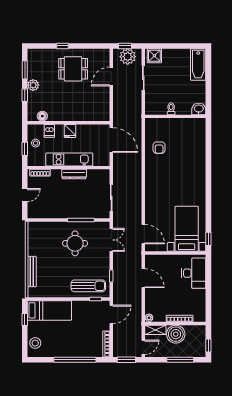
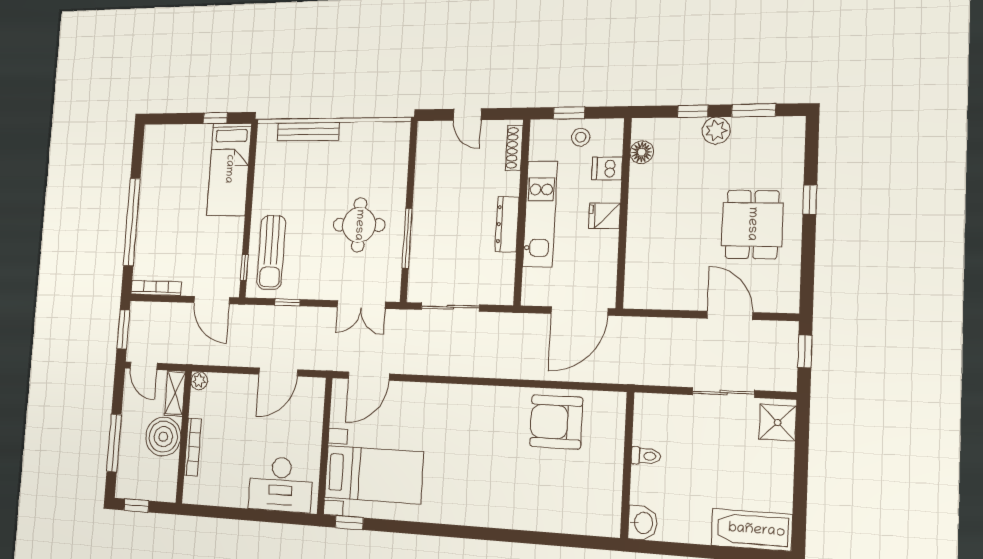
plant: (128, 57) -> (778, 357), removed
armchair: (159, 148) -> (556, 422), width x1.88, depth x1.88
stool: (35, 343) -> (169, 140), removed

